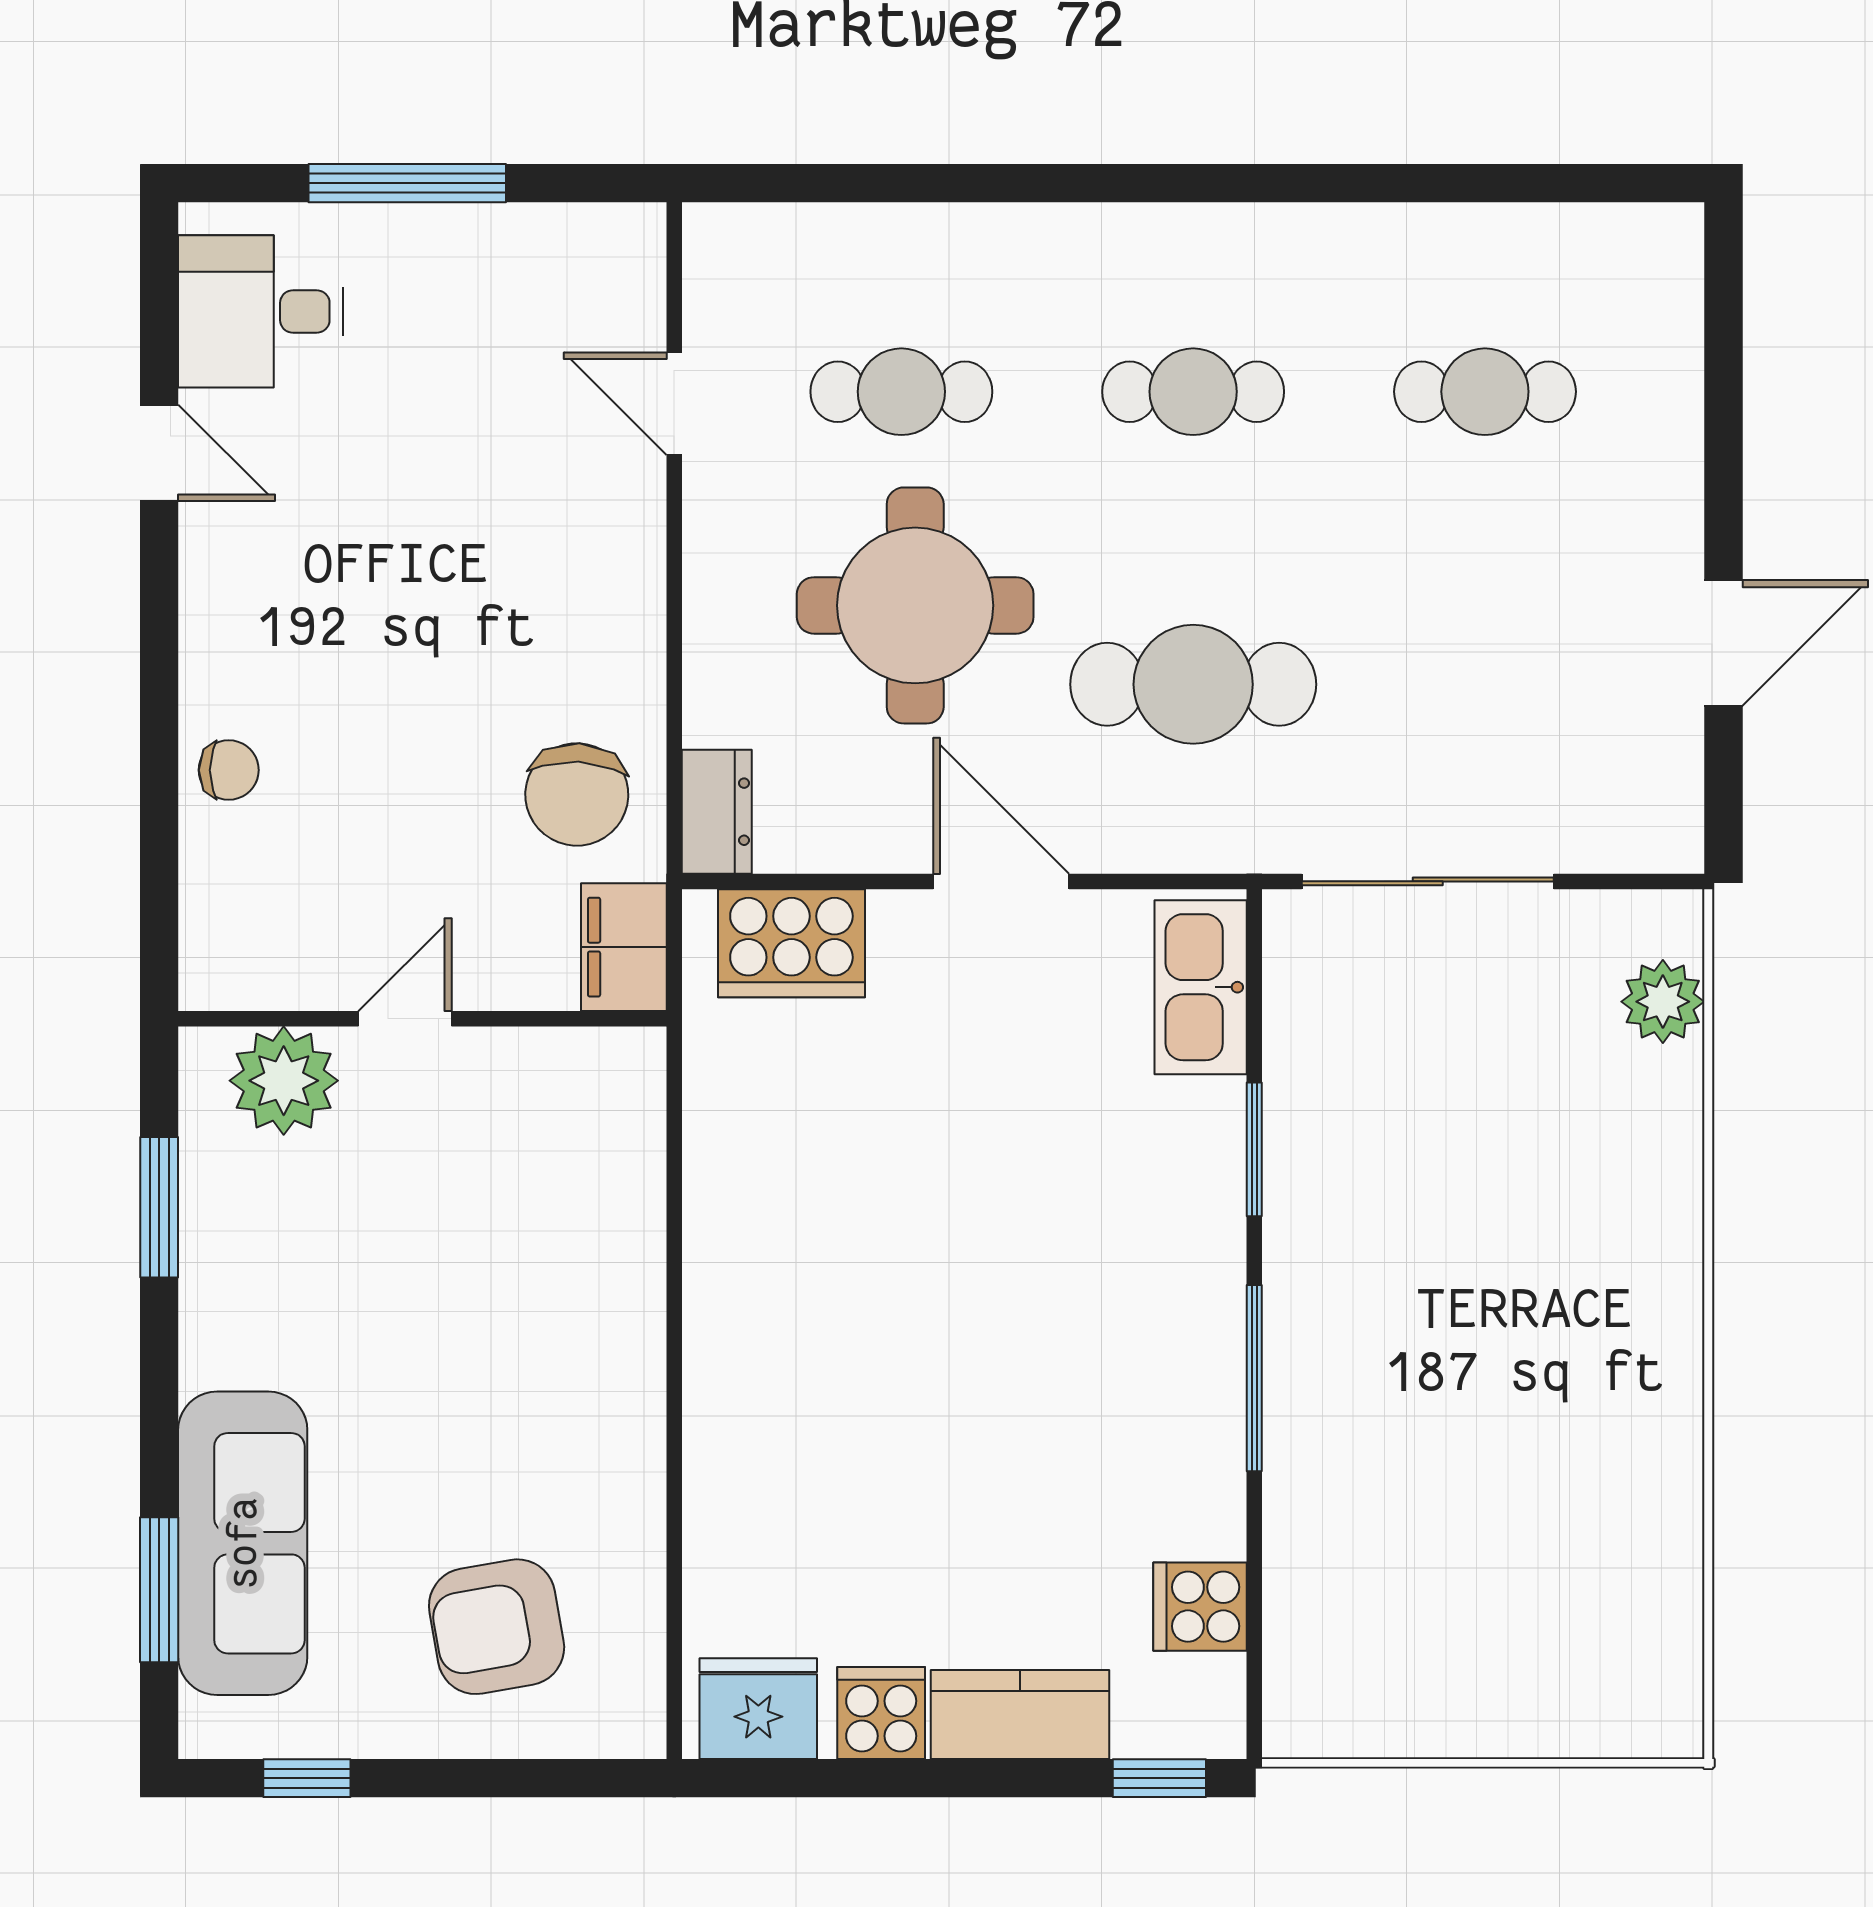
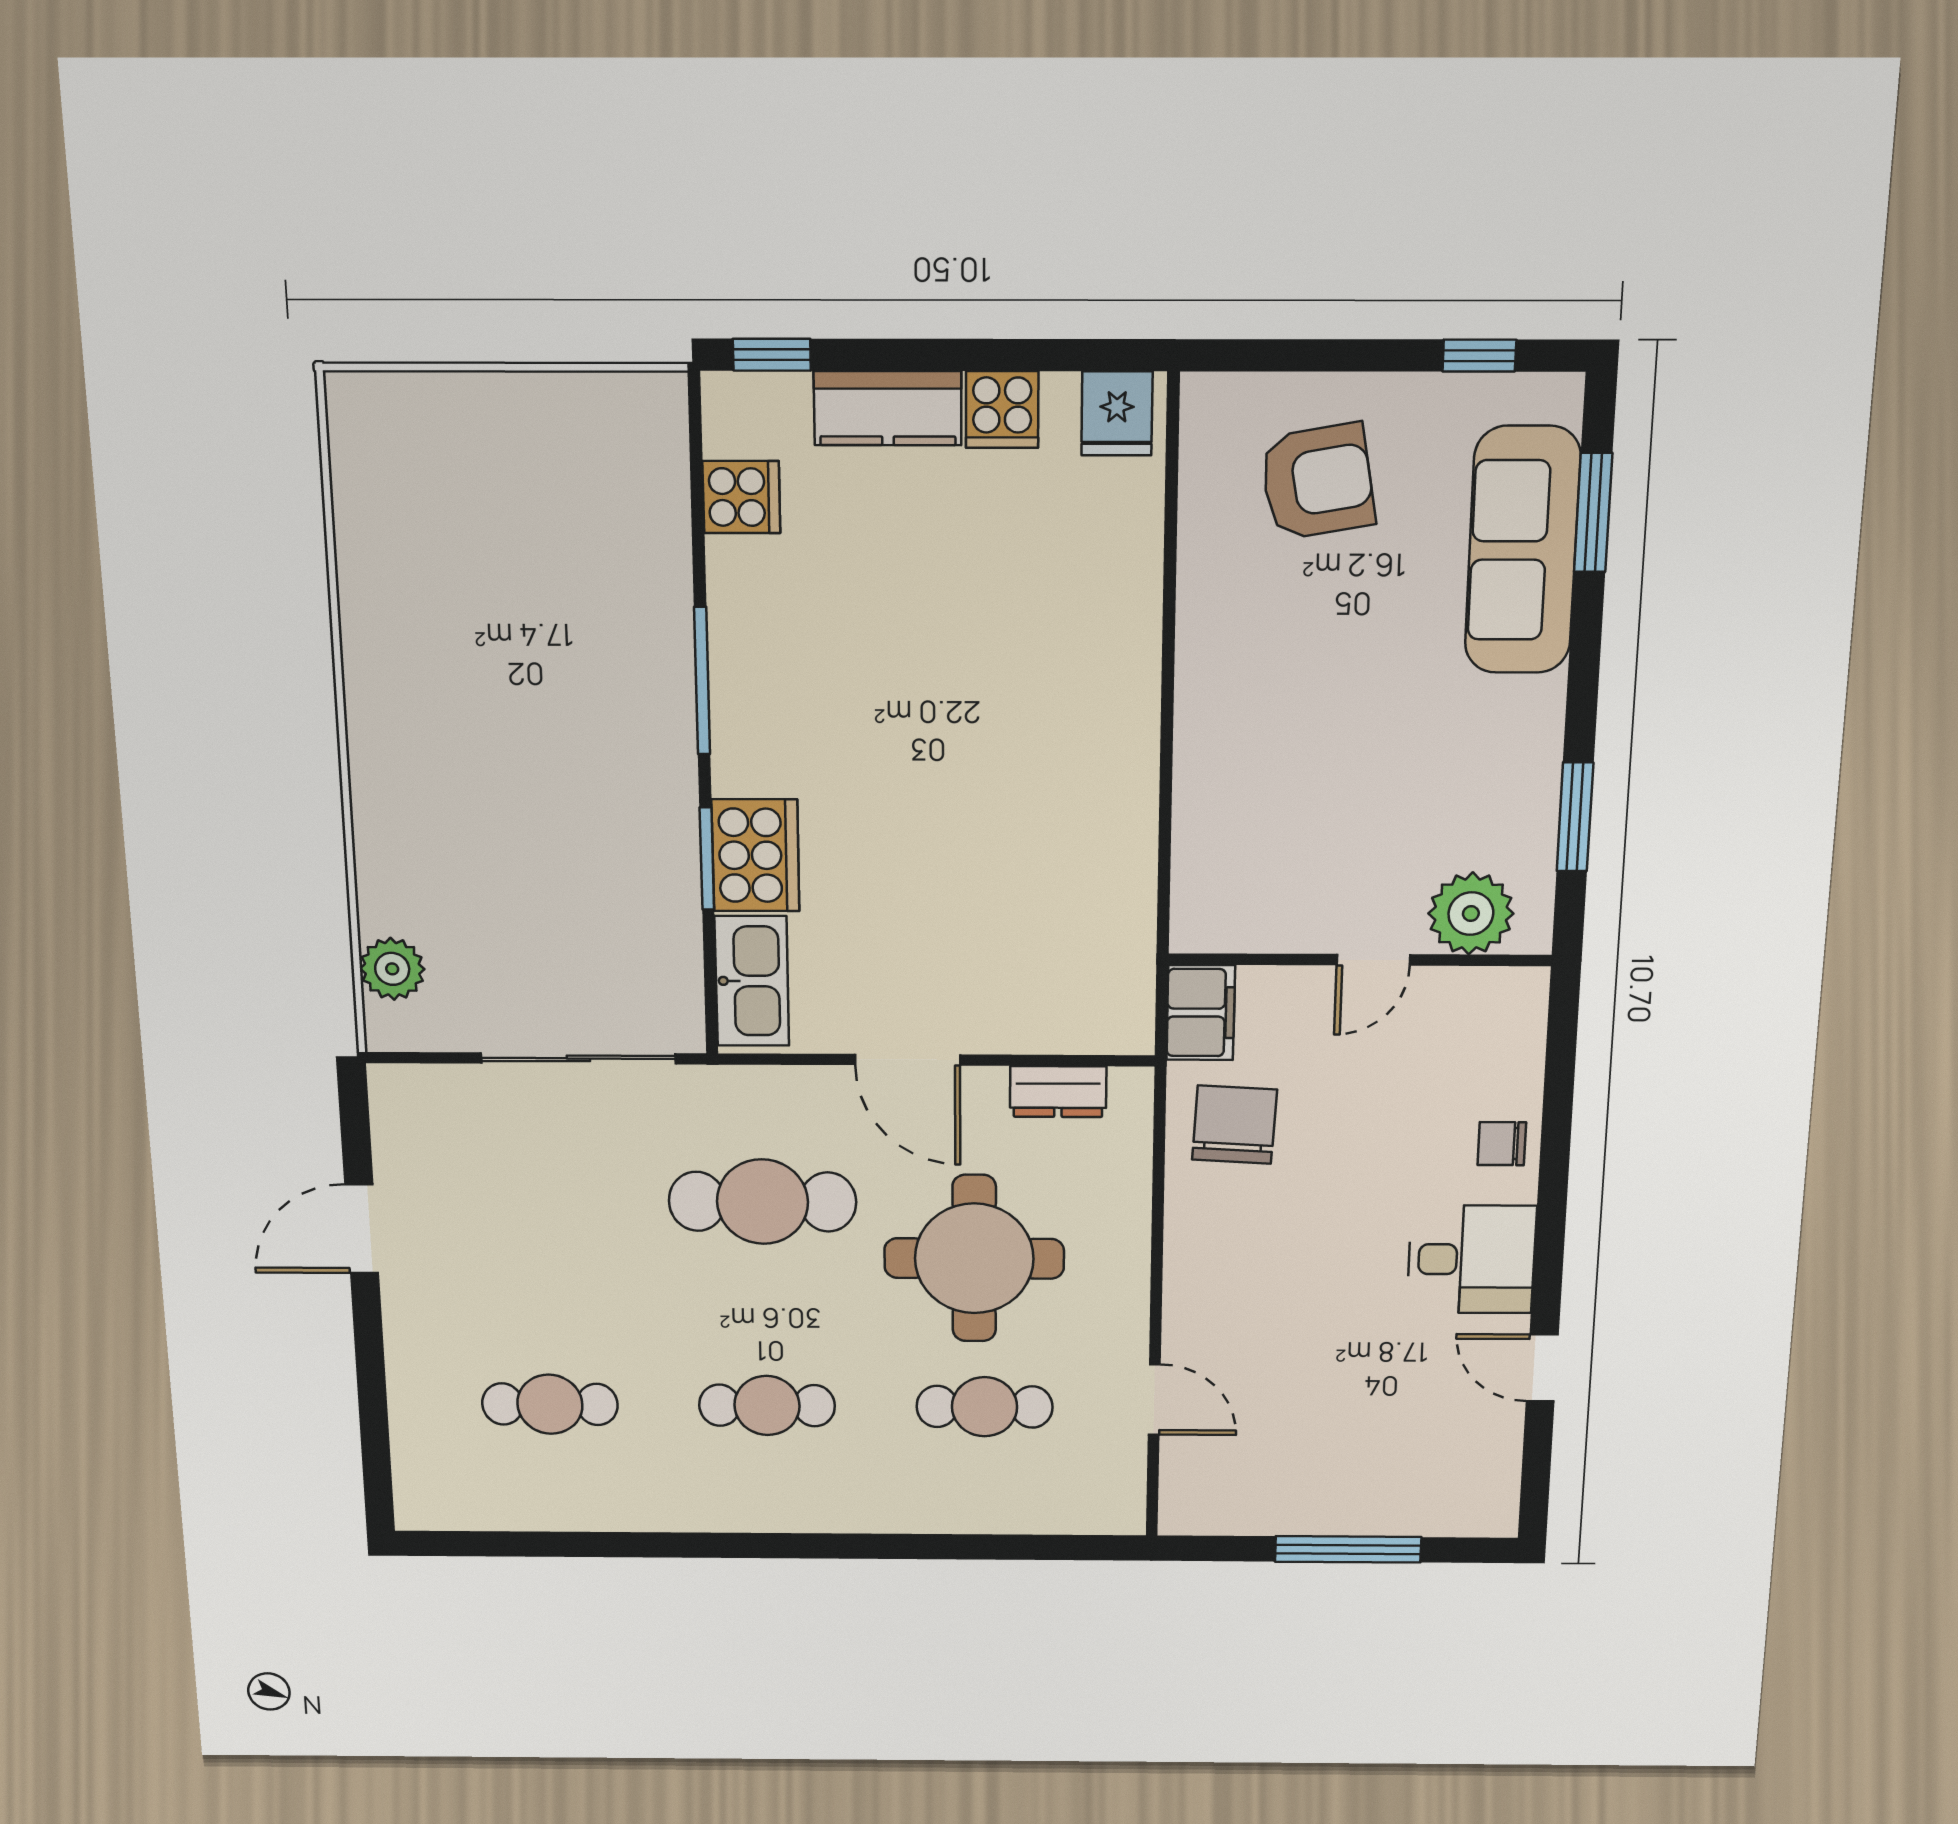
desk: (260, 311) -> (1471, 1259), moved
dresser: (717, 812) -> (1058, 1092), moved, turned -90
cooker: (791, 943) -> (755, 855), moved, turned 90
fridge: (758, 1709) -> (1117, 413), width x0.72

